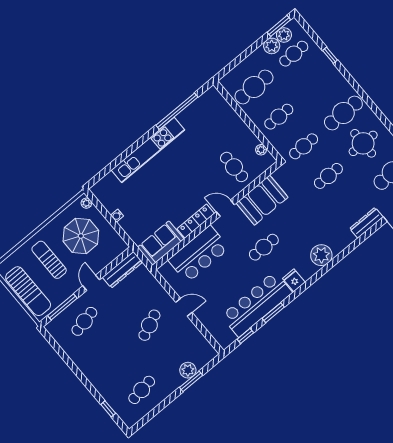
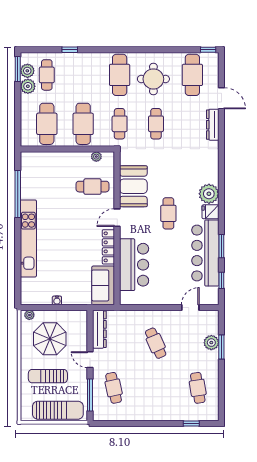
cafe table: (279, 117) -> (83, 124), width x1.37, depth x1.35
plant: (321, 255) -> (209, 194), moved
door: (184, 307) -> (190, 308), moved

